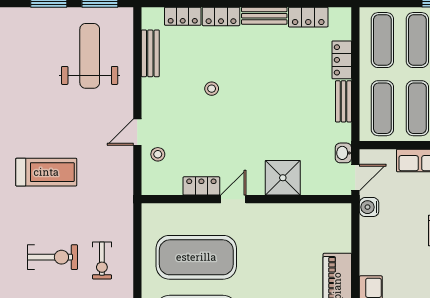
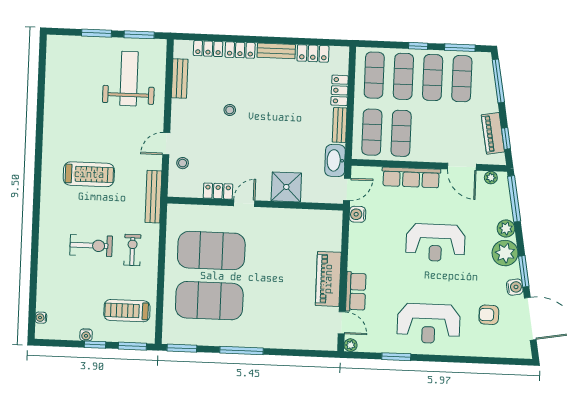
washbasin: (343, 153) -> (335, 160), width x1.91, depth x1.45
bench: (125, 196) -> (153, 197), added
exercise bike: (102, 260) -> (132, 250), turned 180

